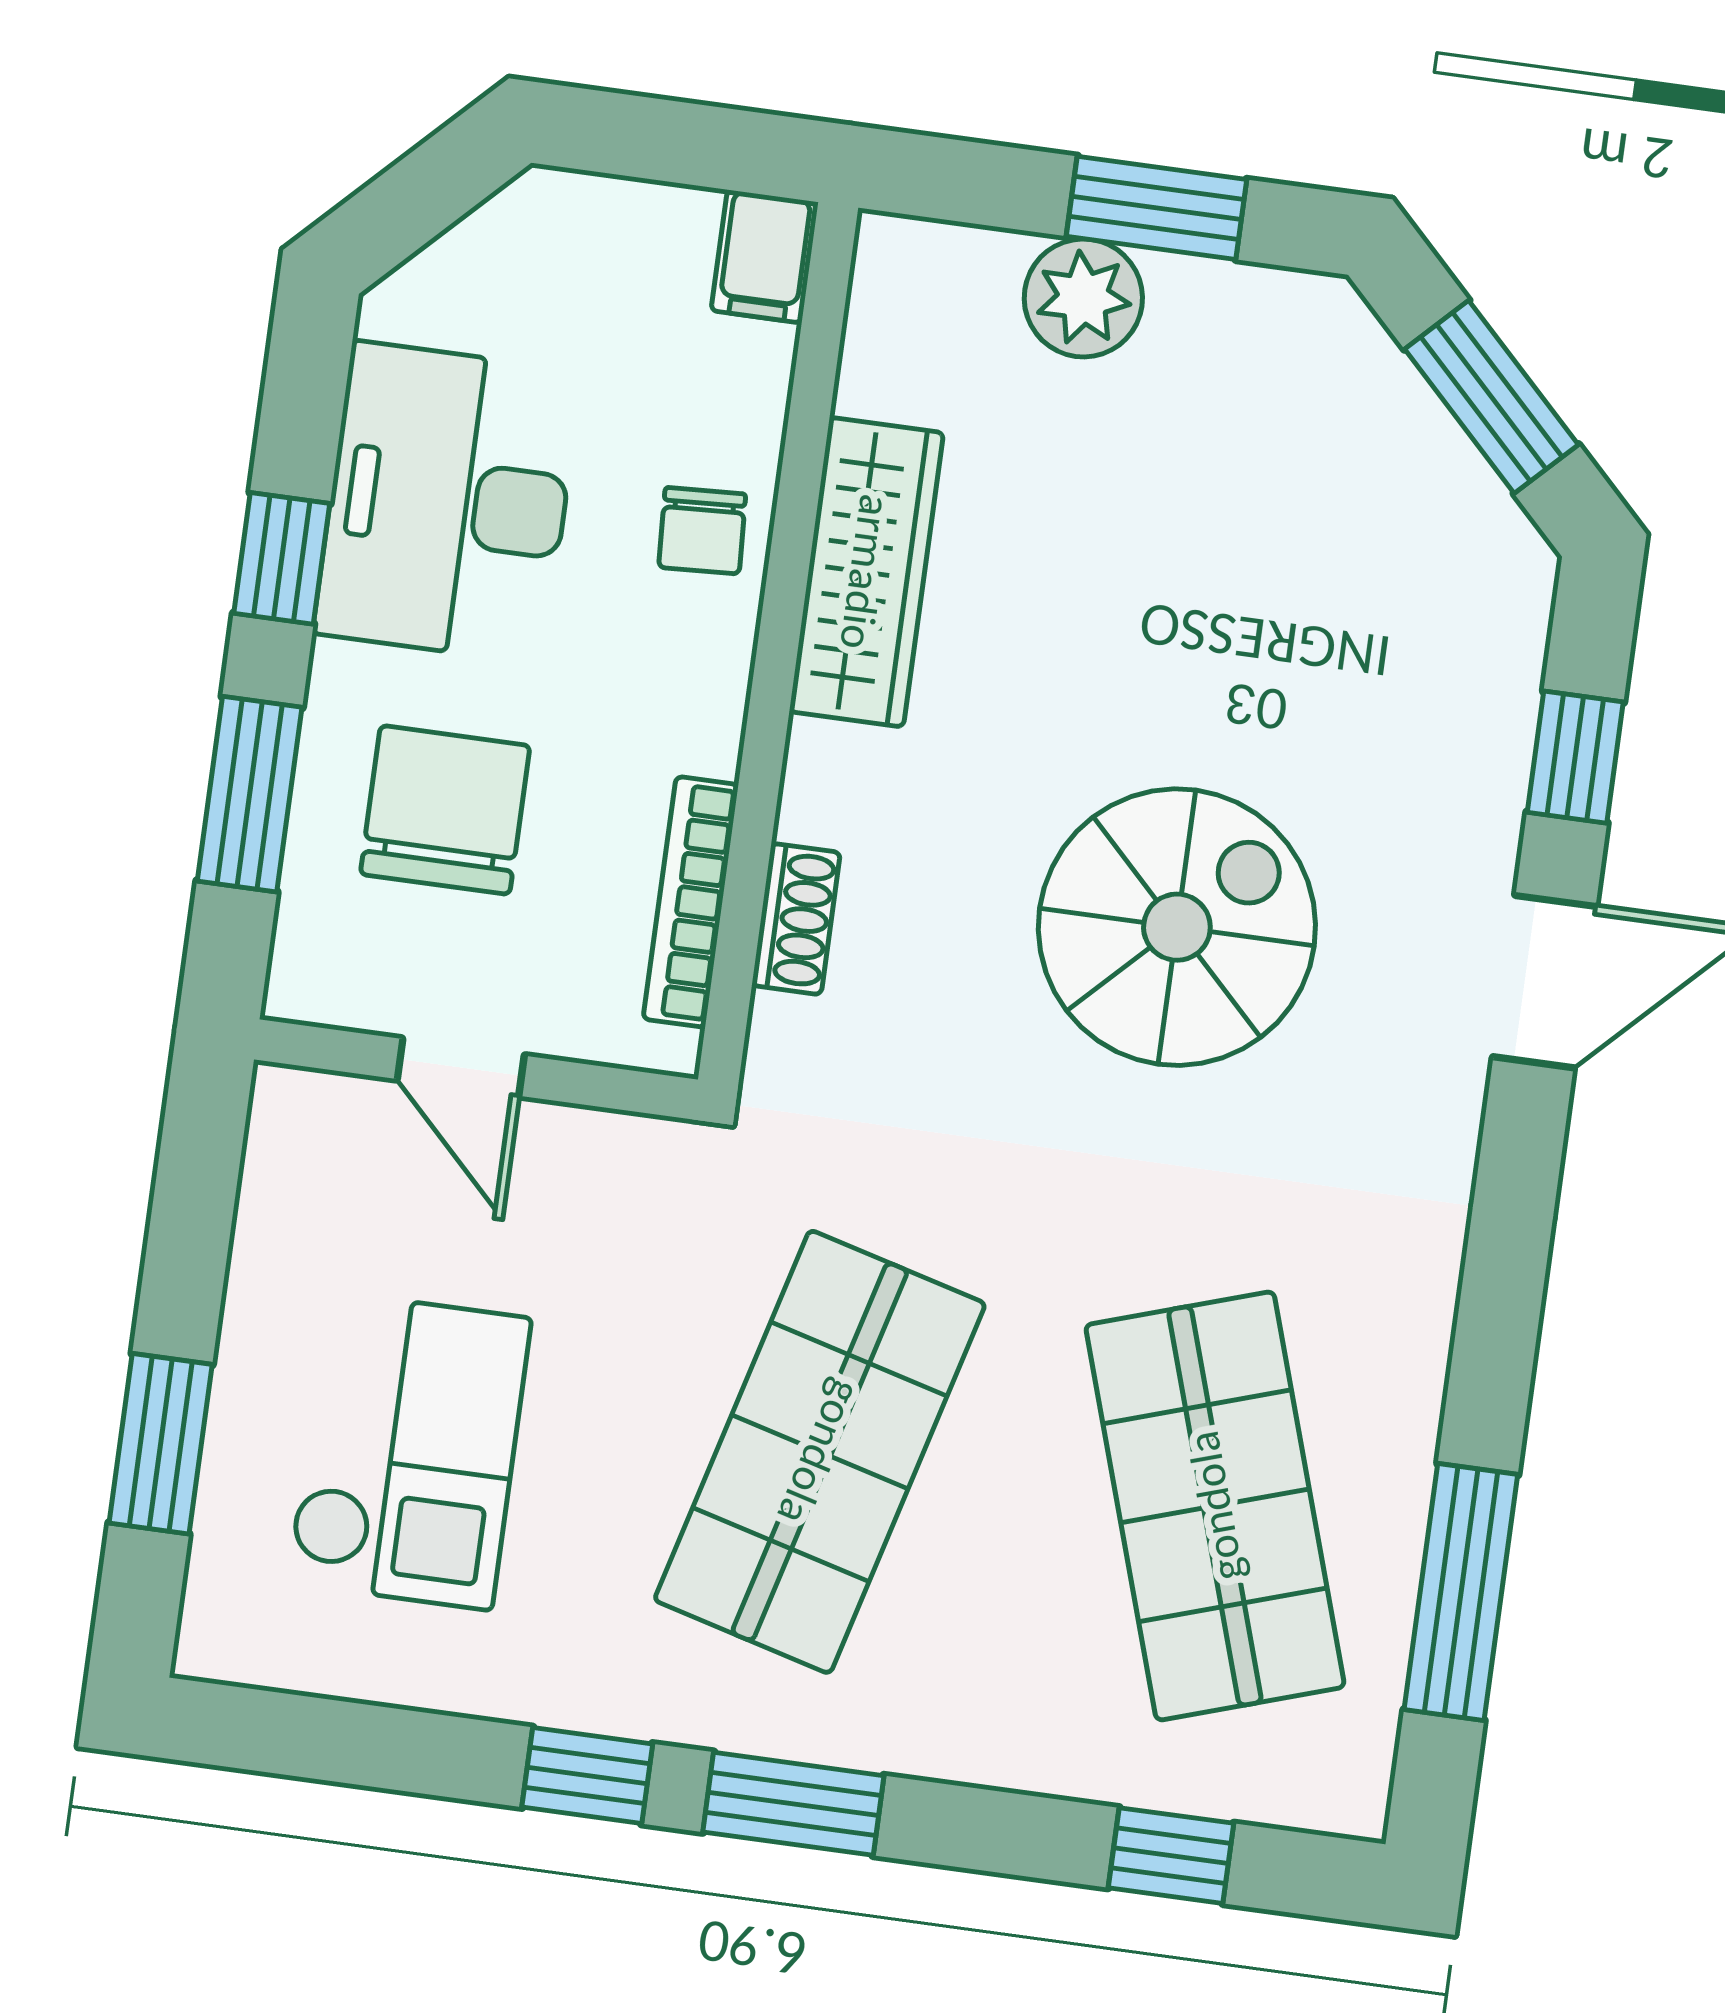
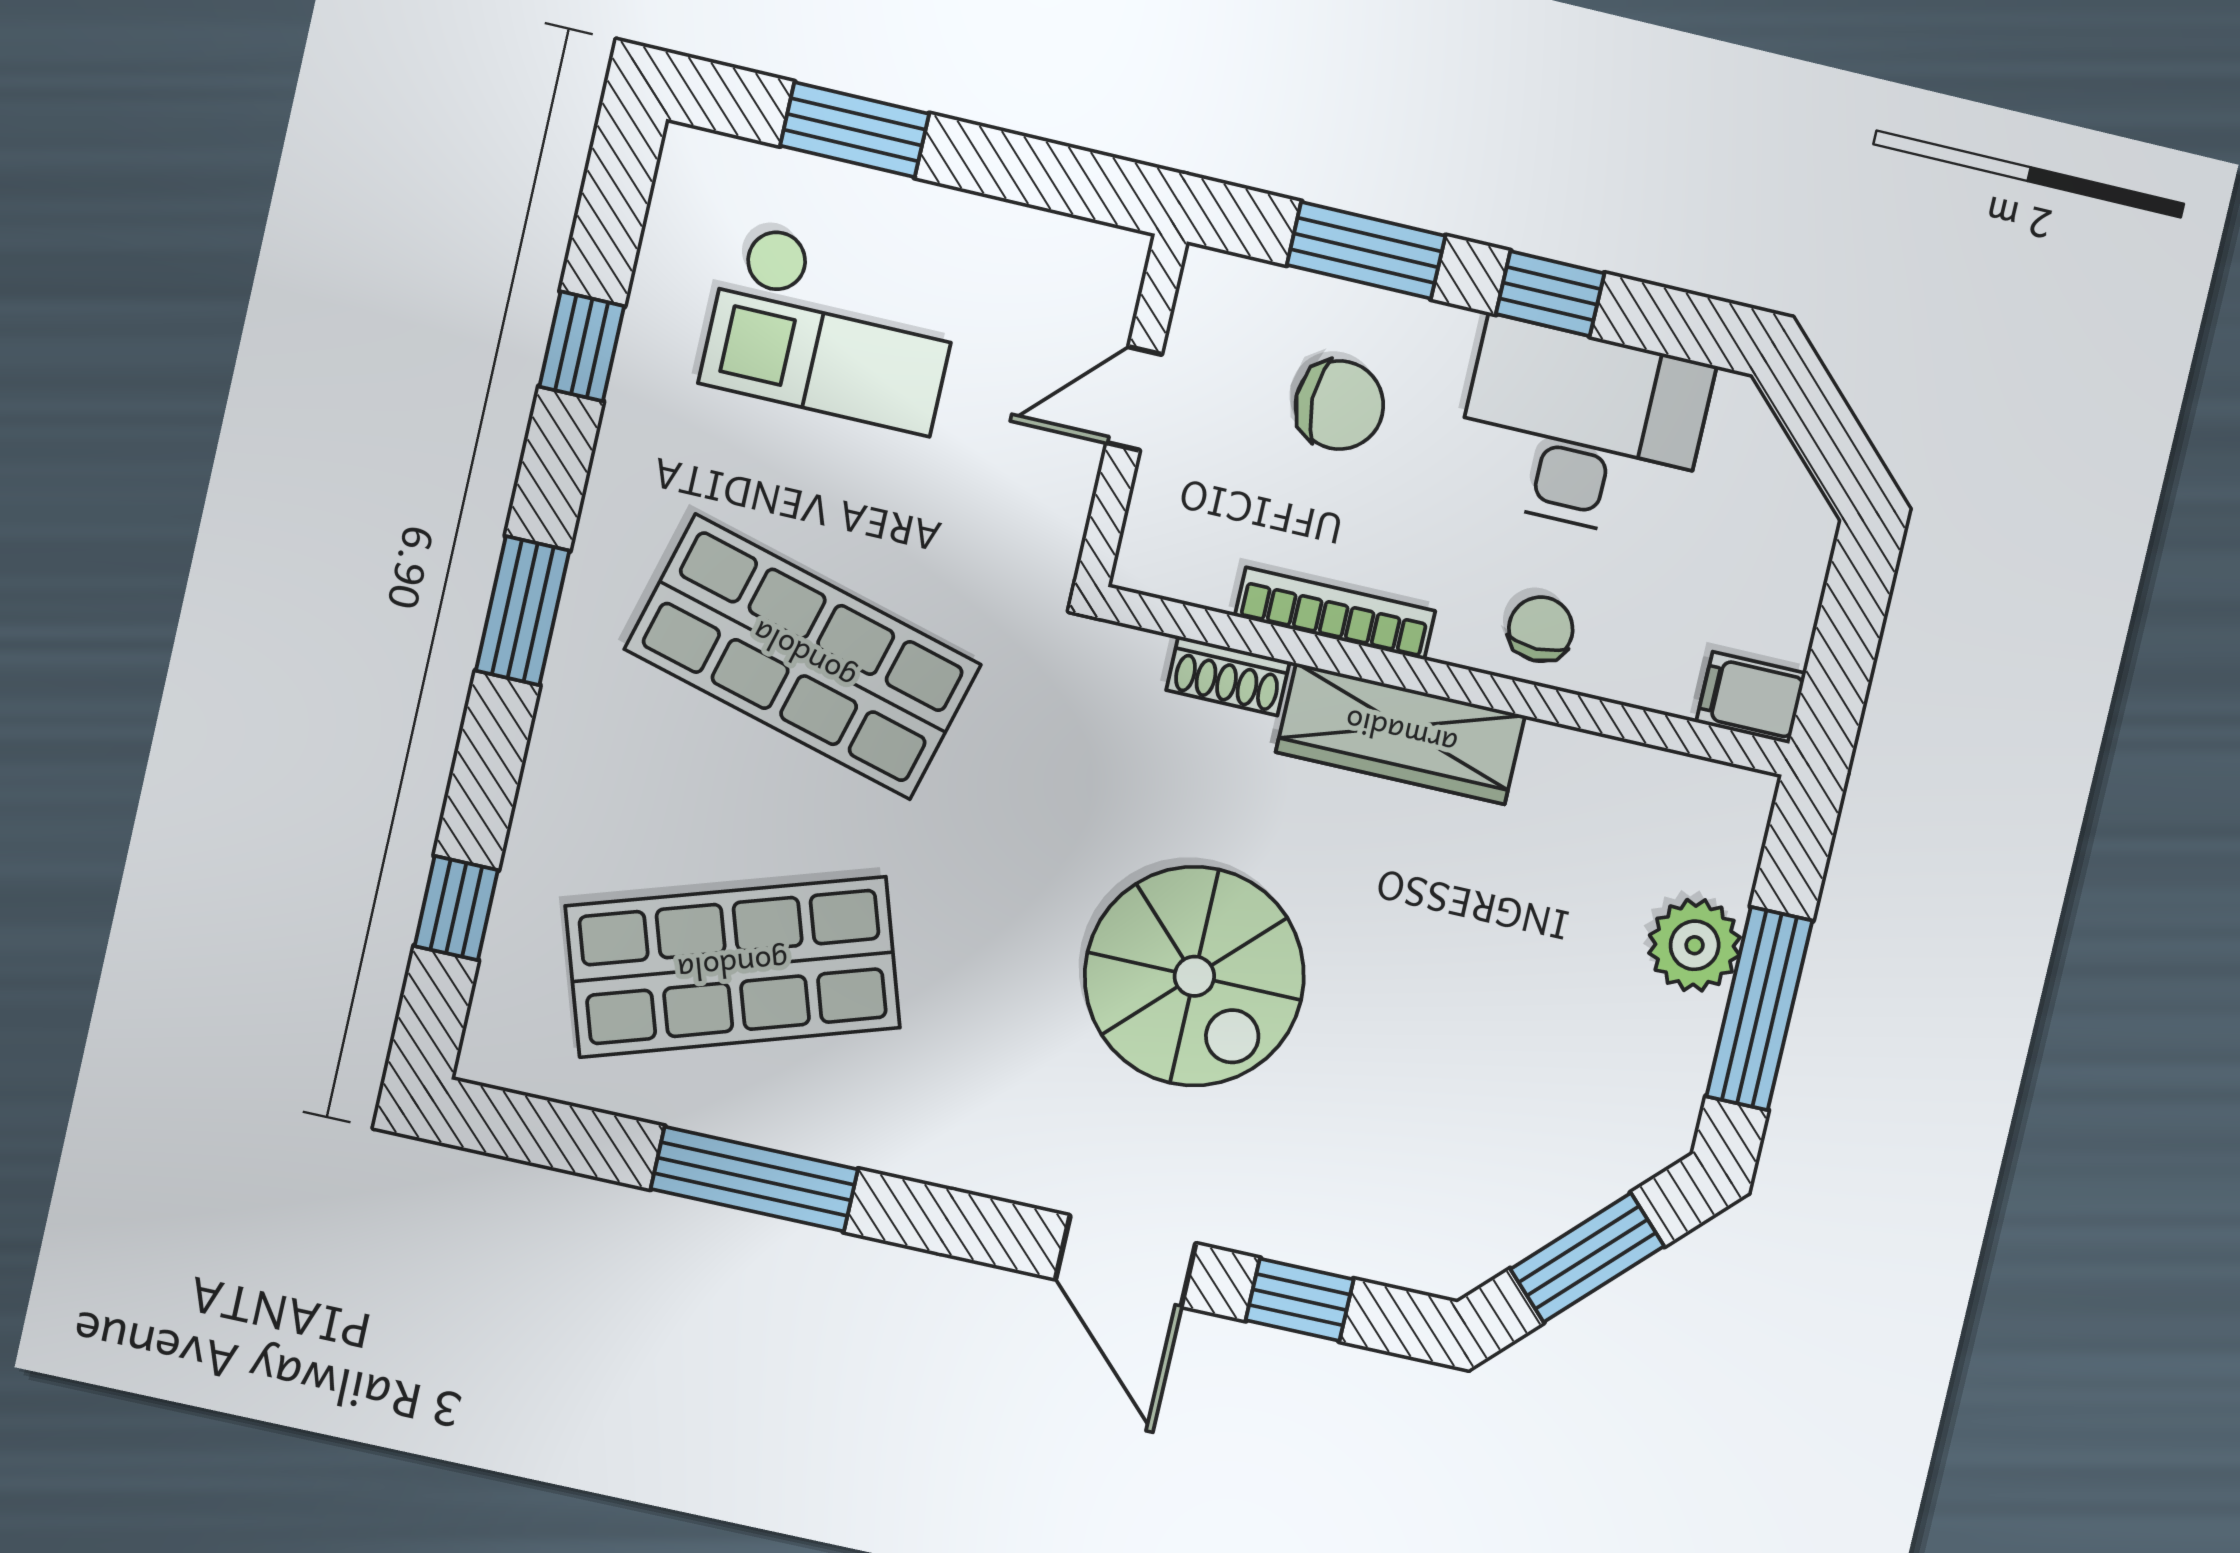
window: (1157, 208) -> (1759, 1009), width x1.44
chair: (702, 531) -> (1541, 629), turned 93
wardrobe: (866, 572) -> (1401, 734), moved
chair: (445, 810) -> (1339, 405), width x0.73, depth x0.73
bookcase: (691, 902) -> (1335, 613), moved
window: (1461, 1592) -> (754, 1179), moved
window: (587, 1776) -> (582, 346), moved

